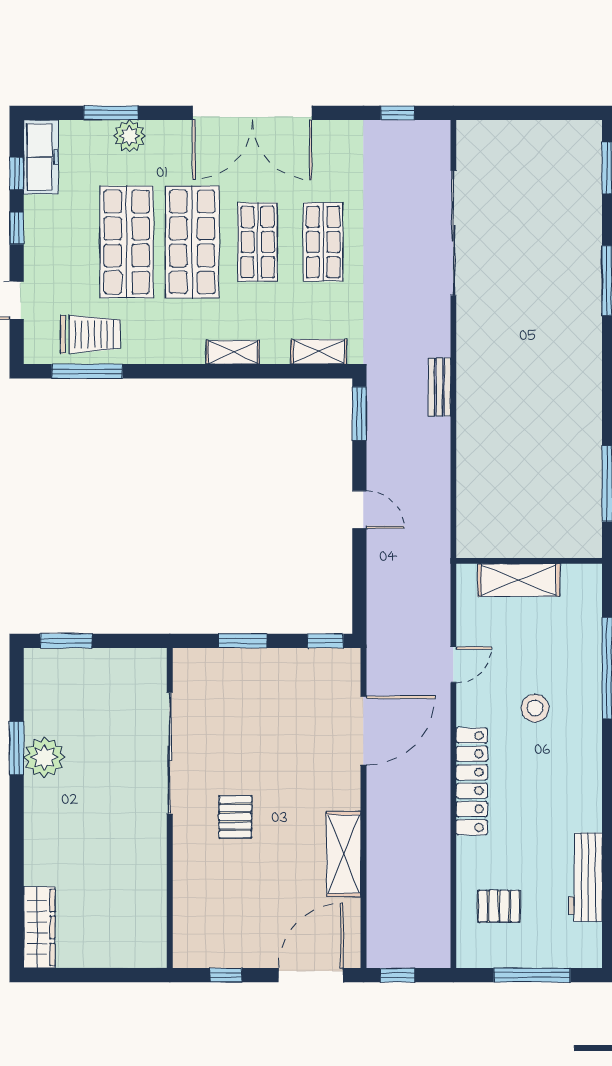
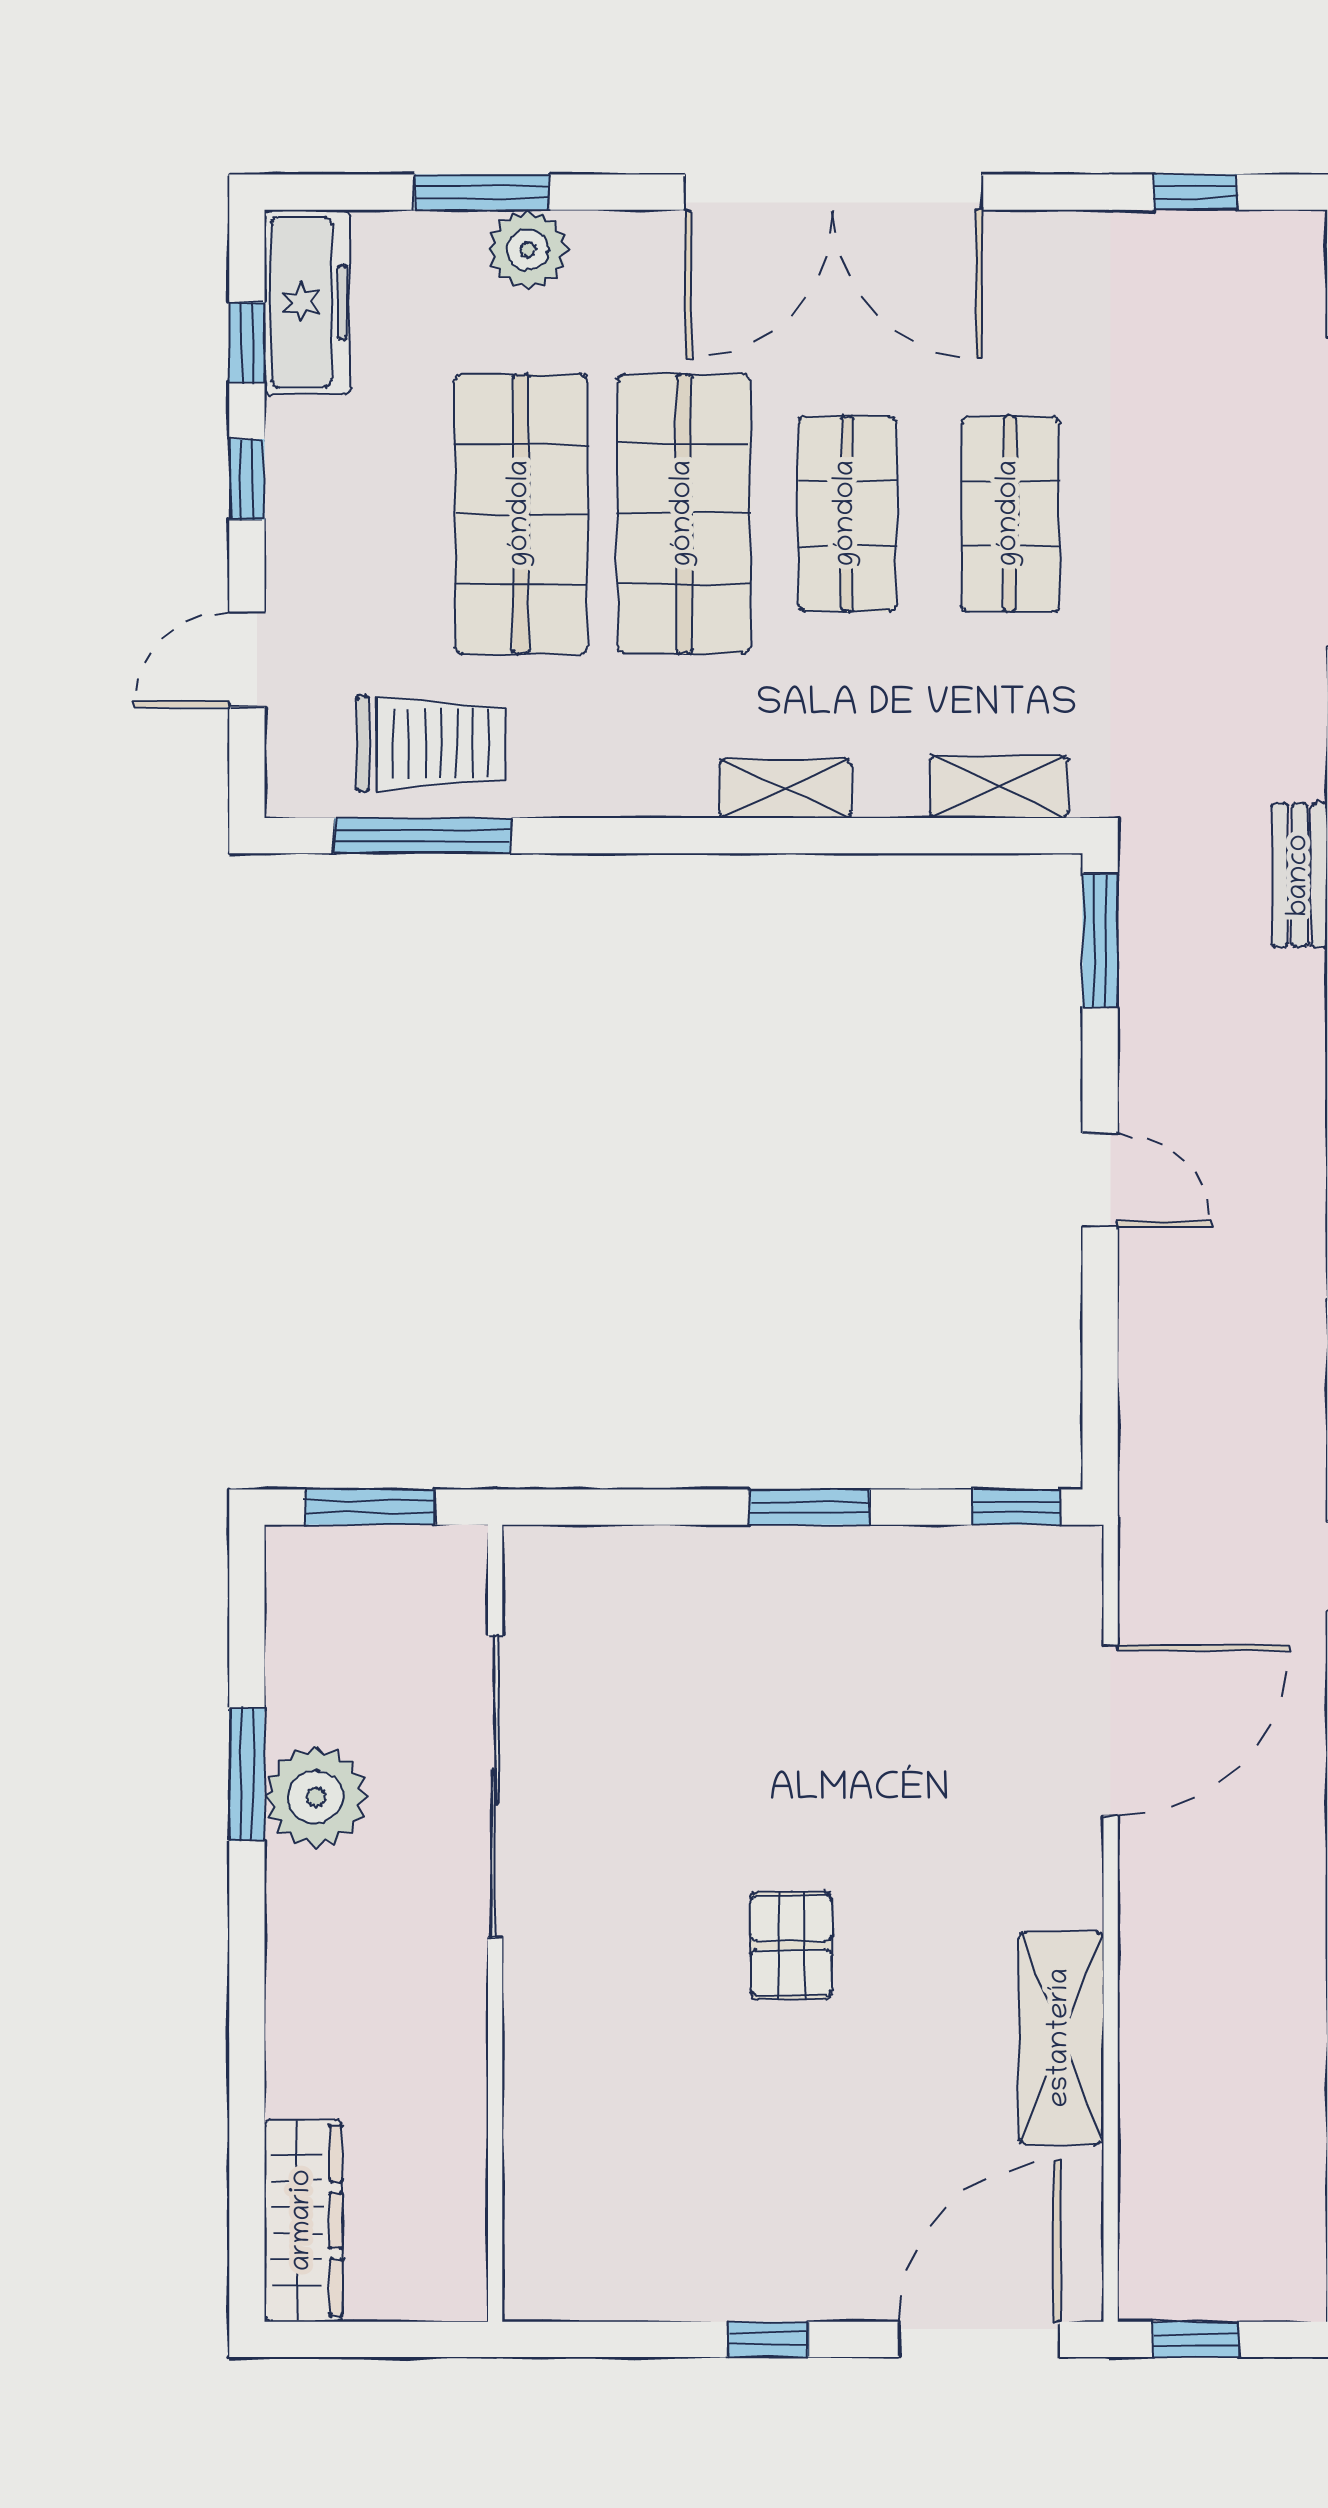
sliding door: (170, 753) -> (495, 1787), moved
wall: (170, 808) -> (495, 1923), moved

